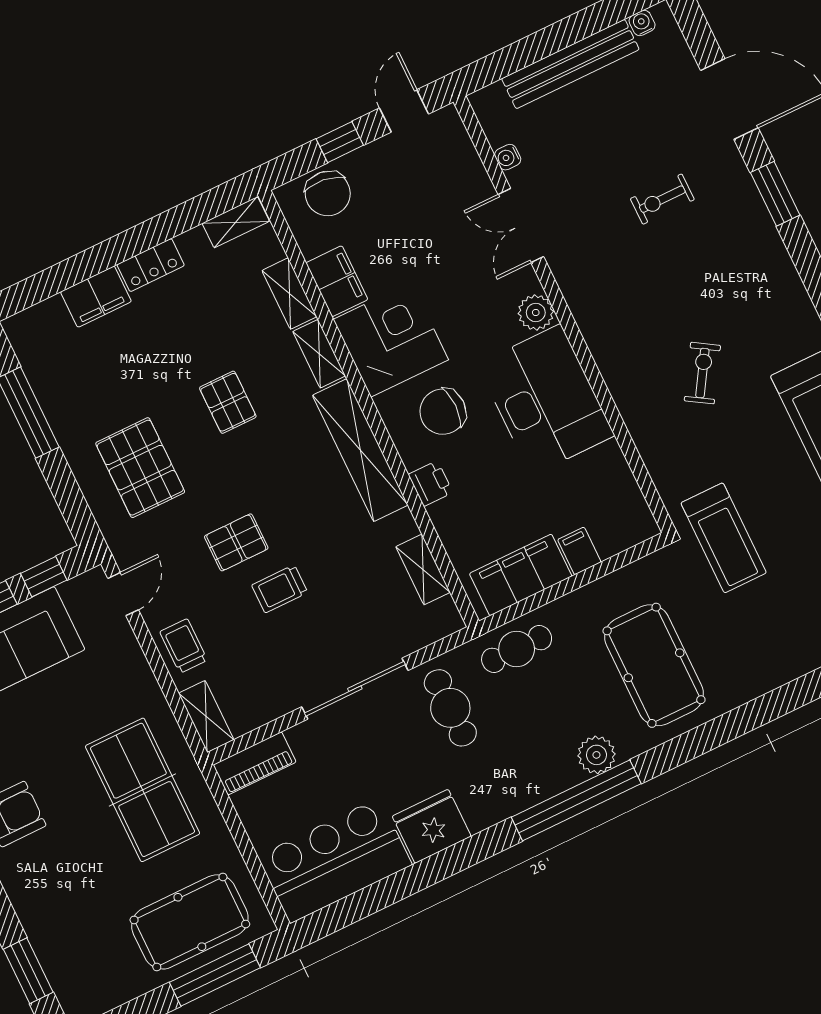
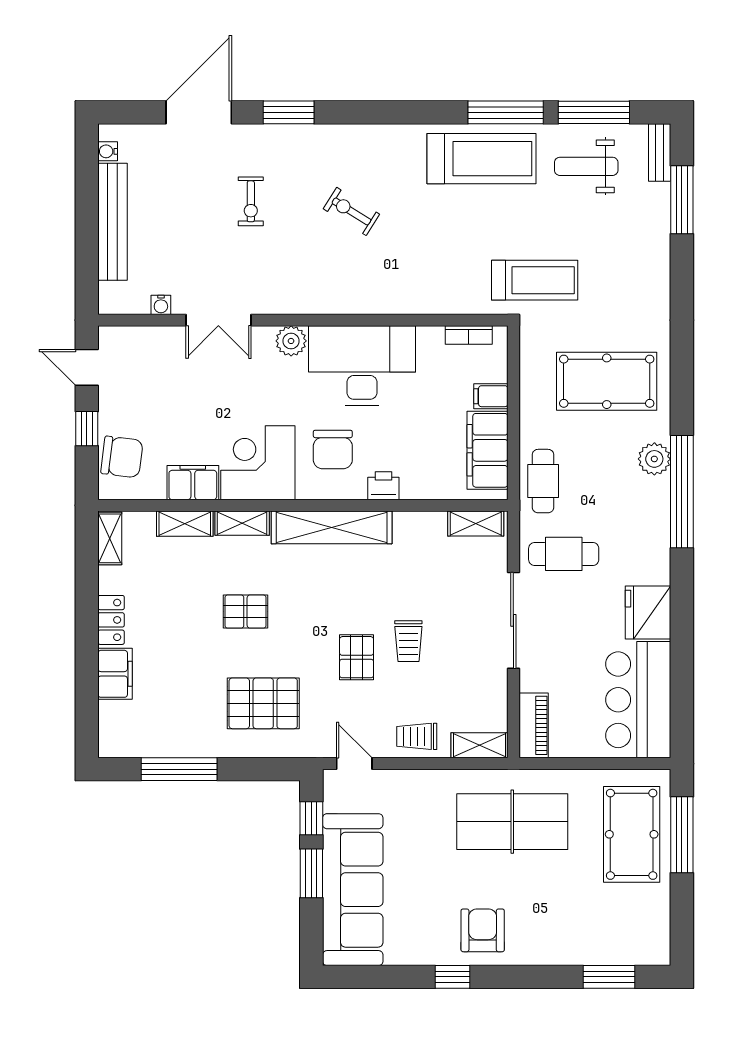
exercise bike: (702, 373) -> (351, 211), moved
bookcase: (632, 497) -> (469, 335), added
shelving: (423, 569) -> (476, 524), moved

